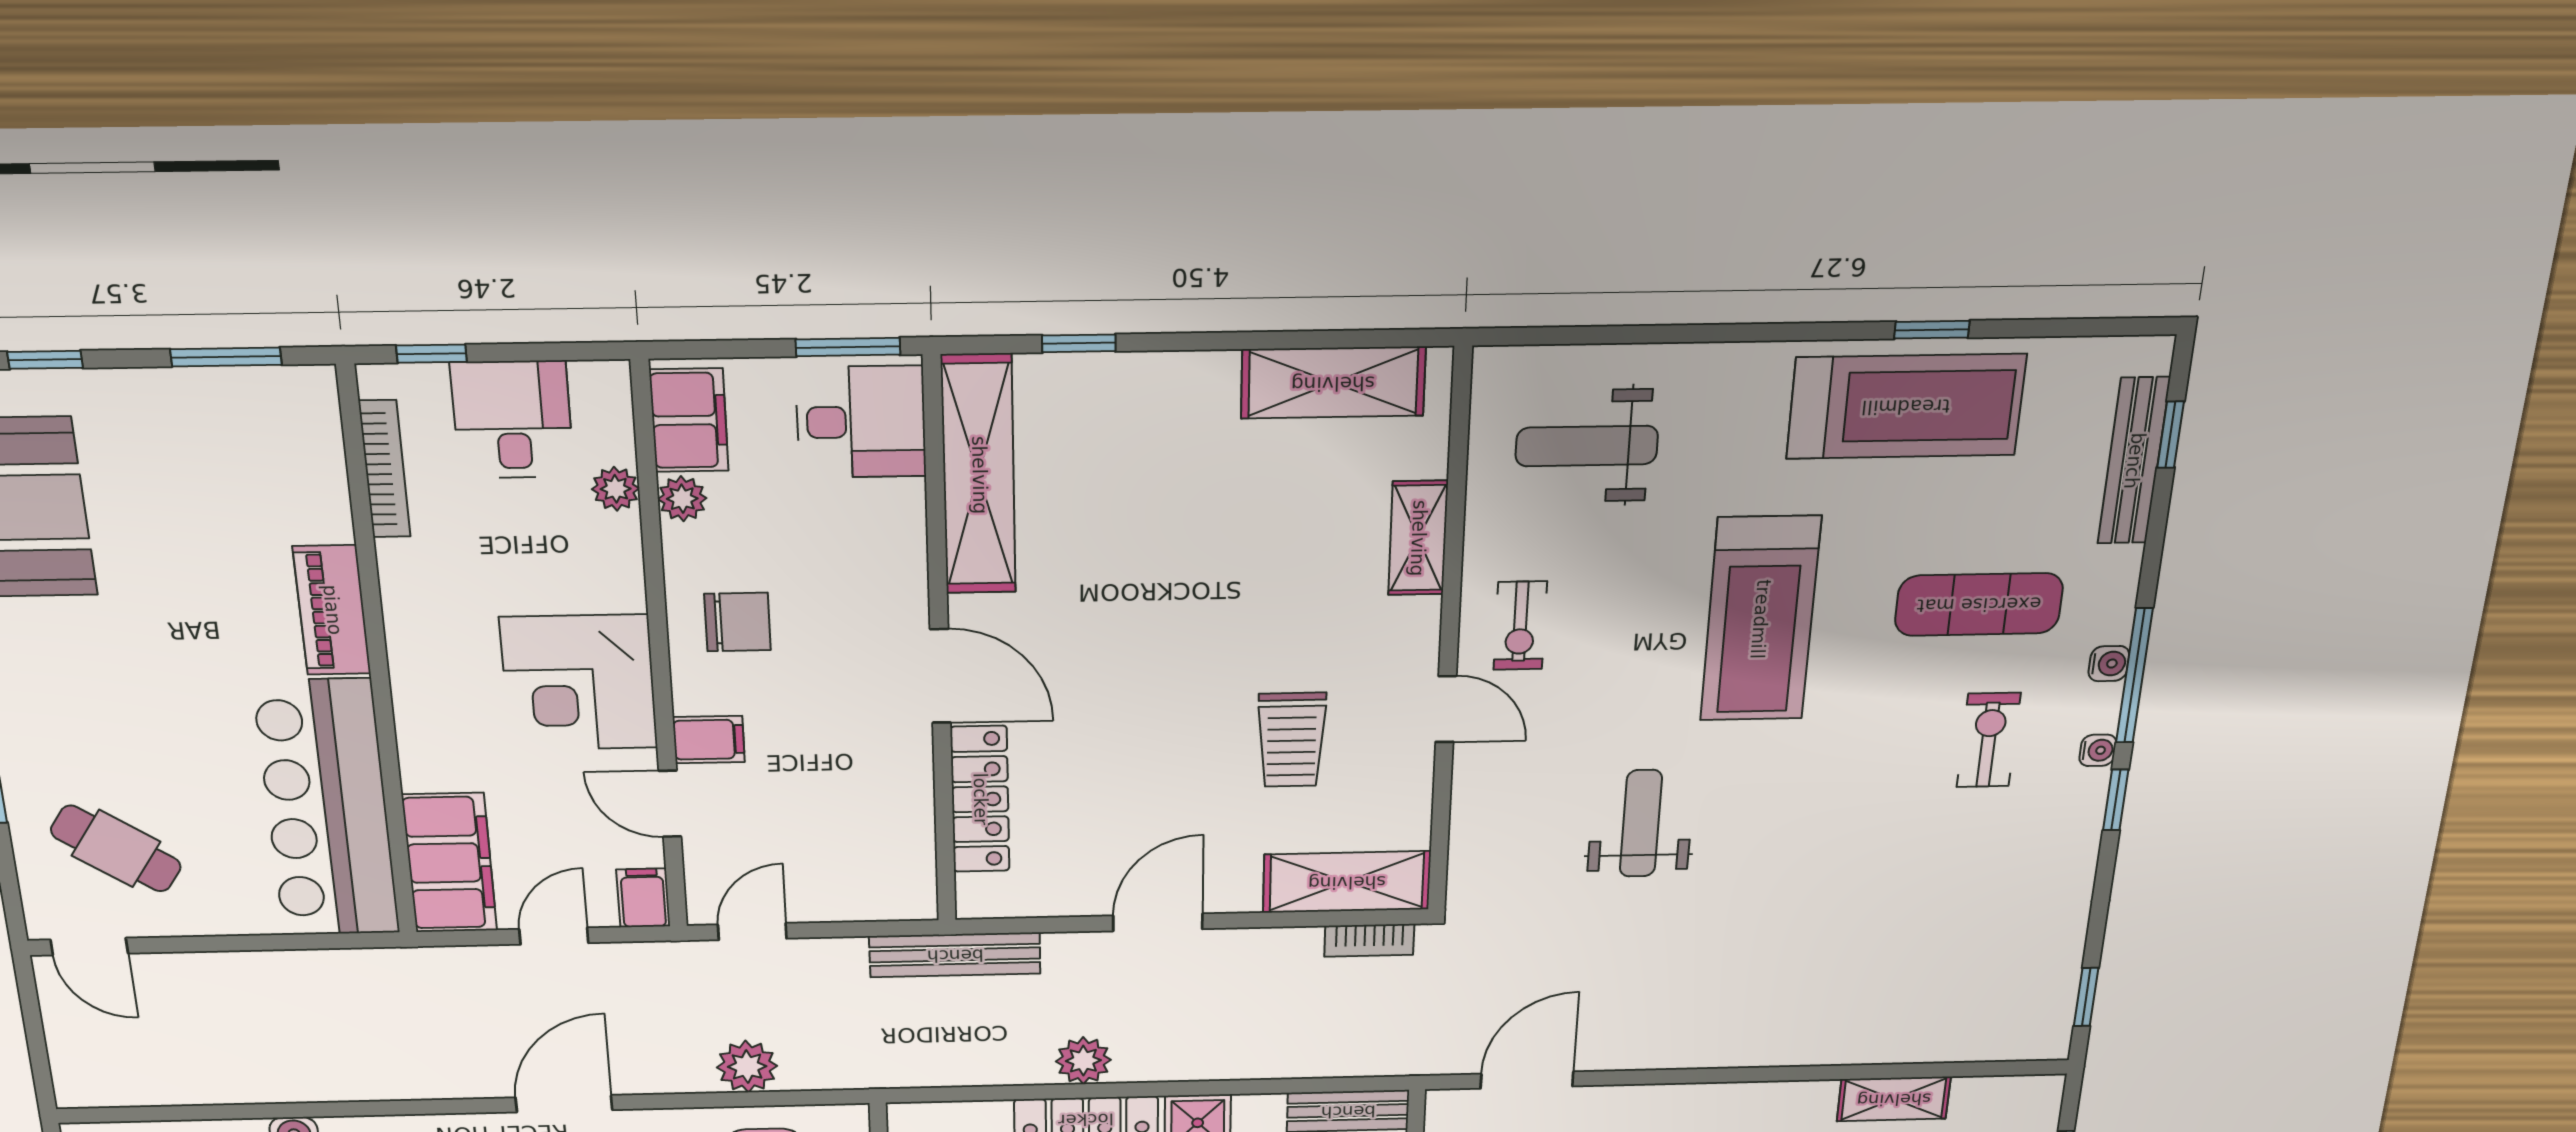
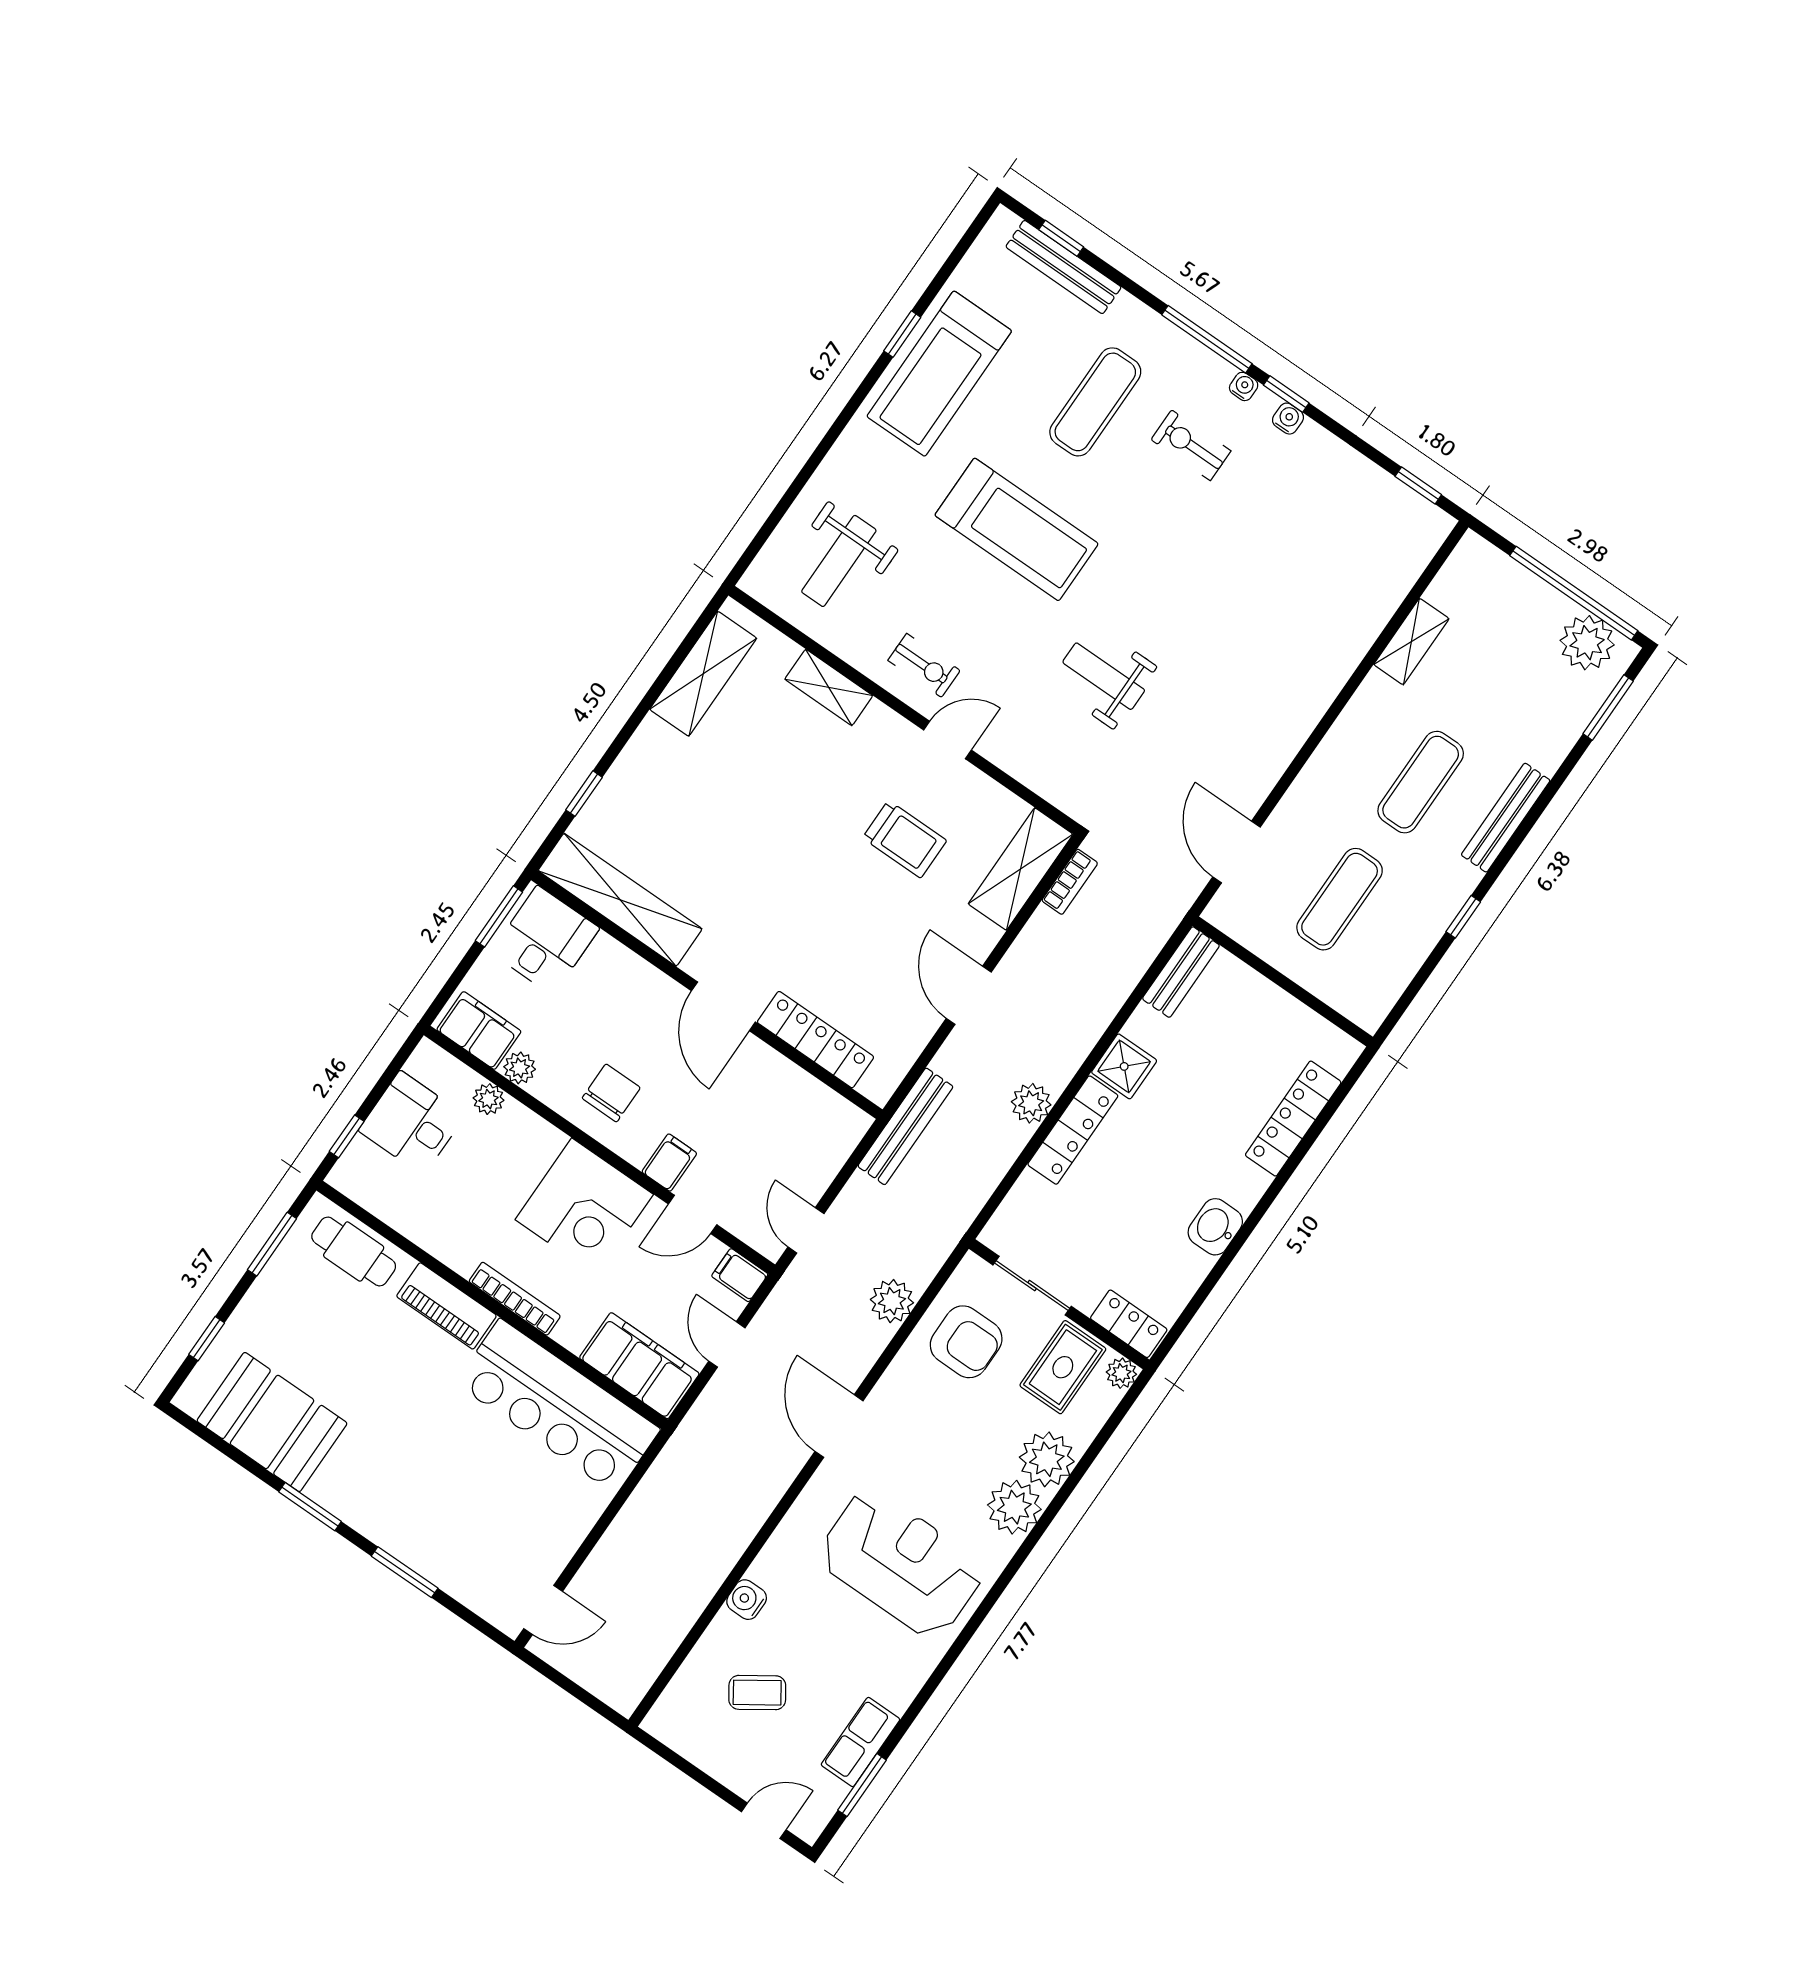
treadmill: (1906, 406) -> (939, 374), turned 180
bookcase: (385, 469) -> (515, 1299), moved
water cooler: (2109, 664) -> (1288, 419), moved
door: (940, 676) -> (723, 1006), swing flipped
cafe table: (116, 849) -> (354, 1251), moved, turned 56

